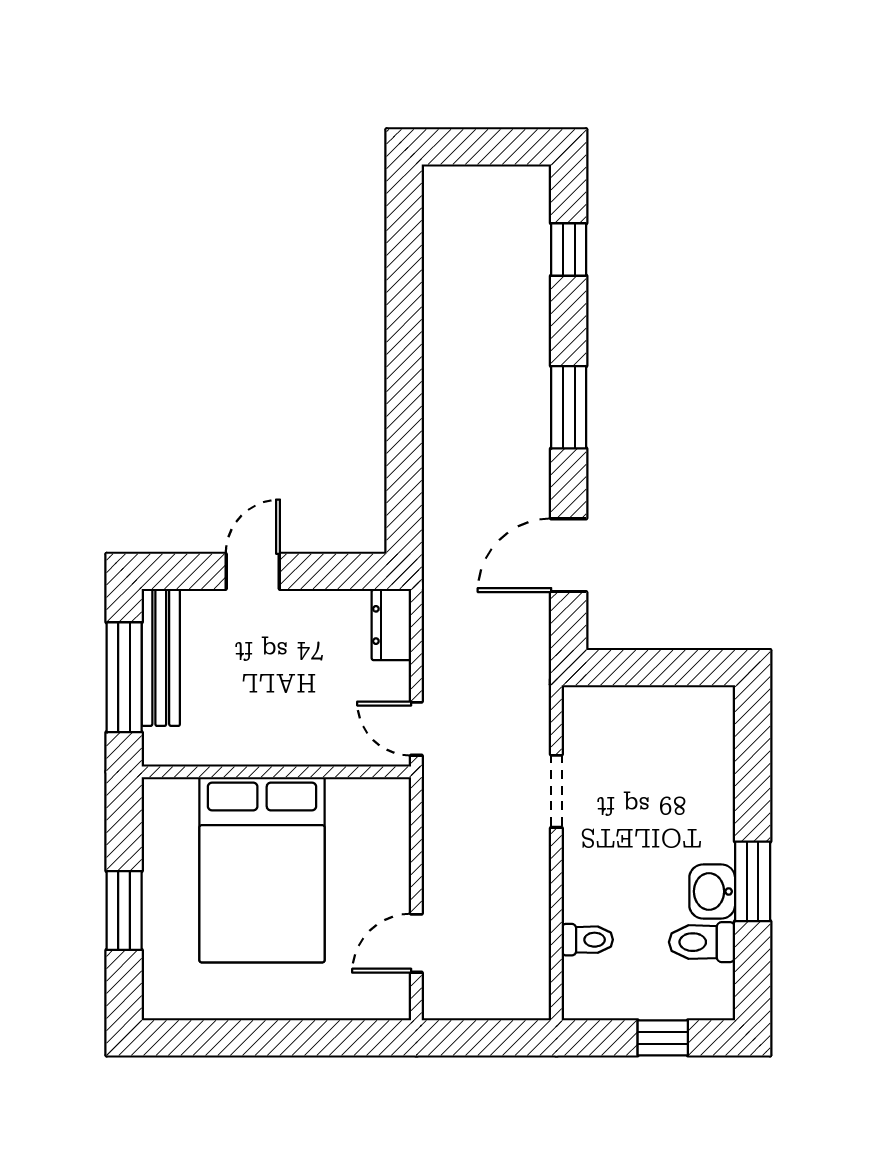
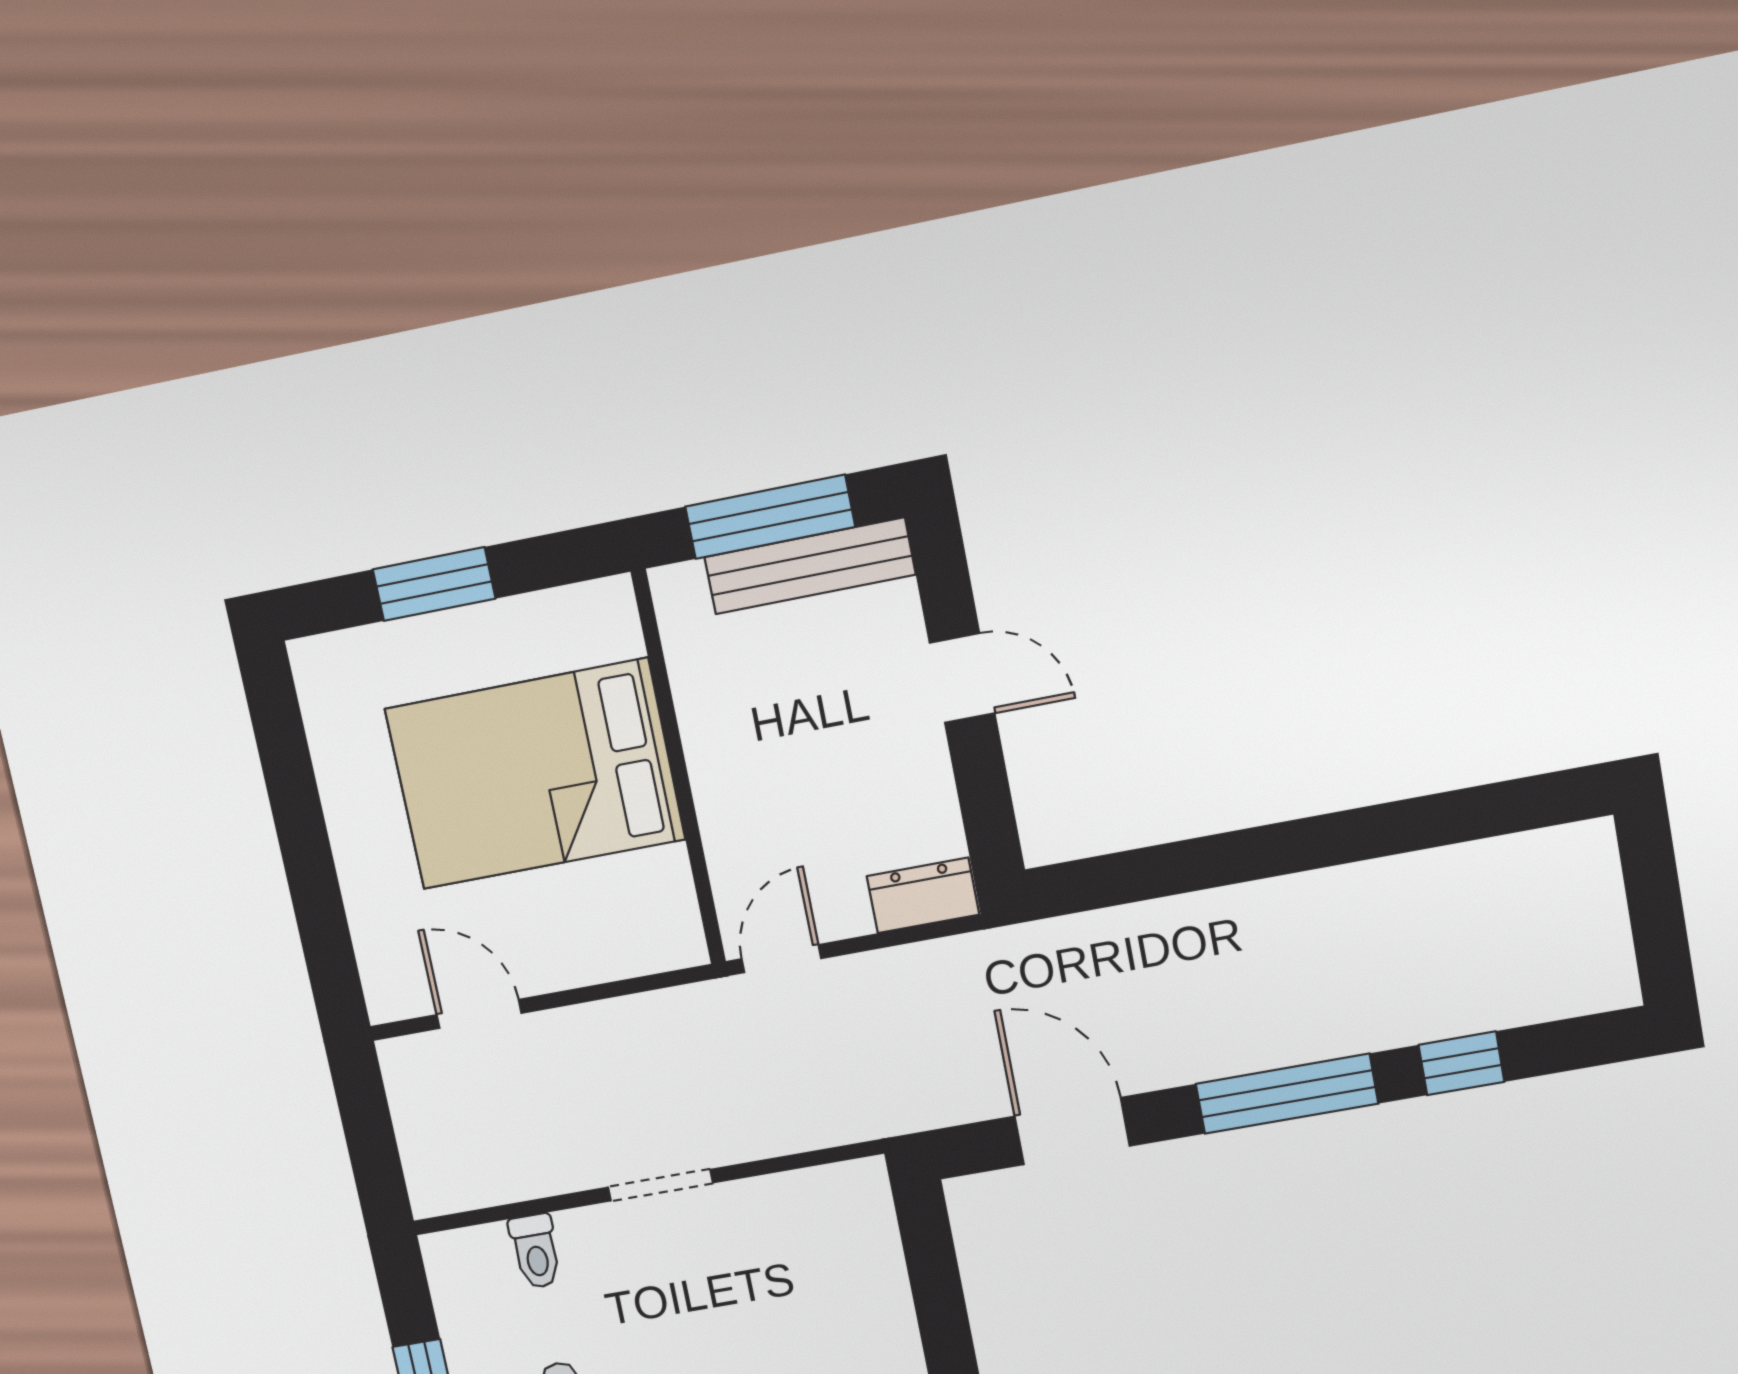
window: (569, 250) -> (1461, 1063), moved
window: (569, 407) -> (1287, 1094), width x1.44
doorway: (556, 791) -> (660, 1185), moved

